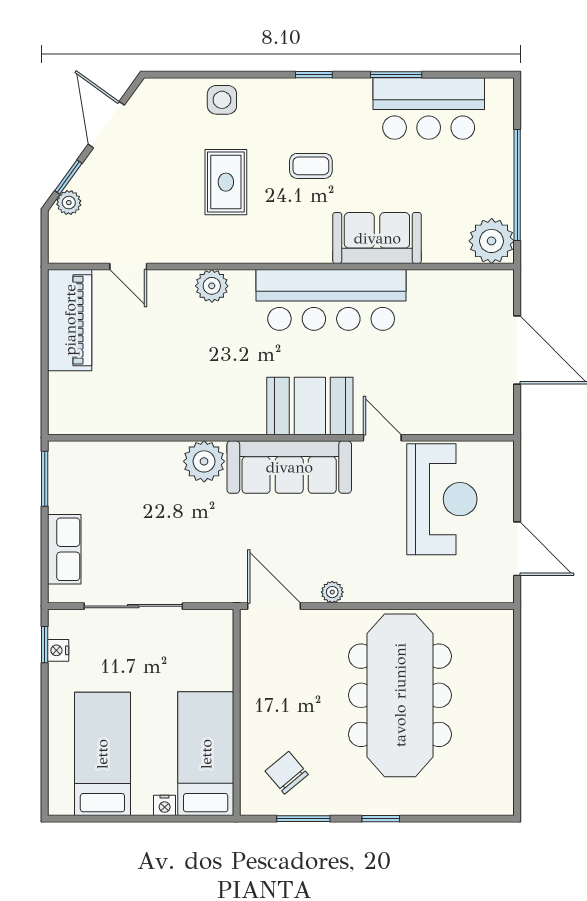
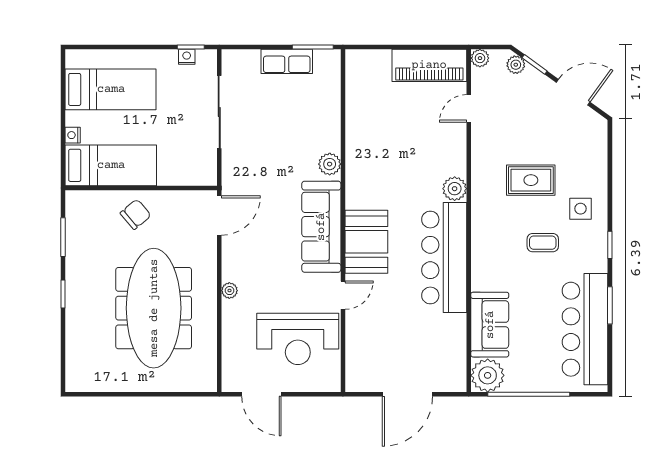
side table: (222, 100) -> (581, 209), moved
bar counter: (429, 108) -> (585, 329), width x1.36
coffee table: (311, 166) -> (543, 243), turned 90
sofa: (377, 238) -> (490, 325), moved
plant: (60, 251) -> (480, 58), added
plant: (212, 286) -> (455, 189), moved
plant: (204, 461) -> (330, 164), width x0.73, depth x0.73
row of seats: (64, 549) -> (287, 61), moved
door: (517, 549) -> (261, 394), hinge flipped
plant: (332, 592) -> (229, 291), moved
meeting table: (400, 695) -> (154, 308), turned 90
chair: (287, 773) -> (136, 214), moved

